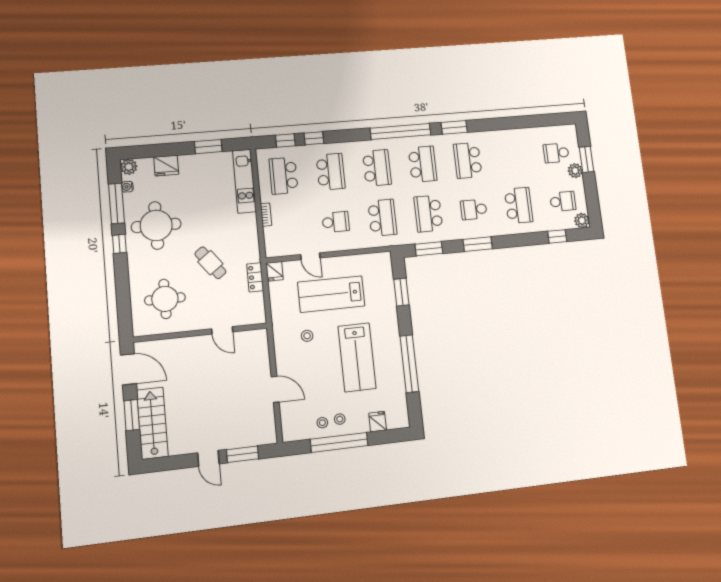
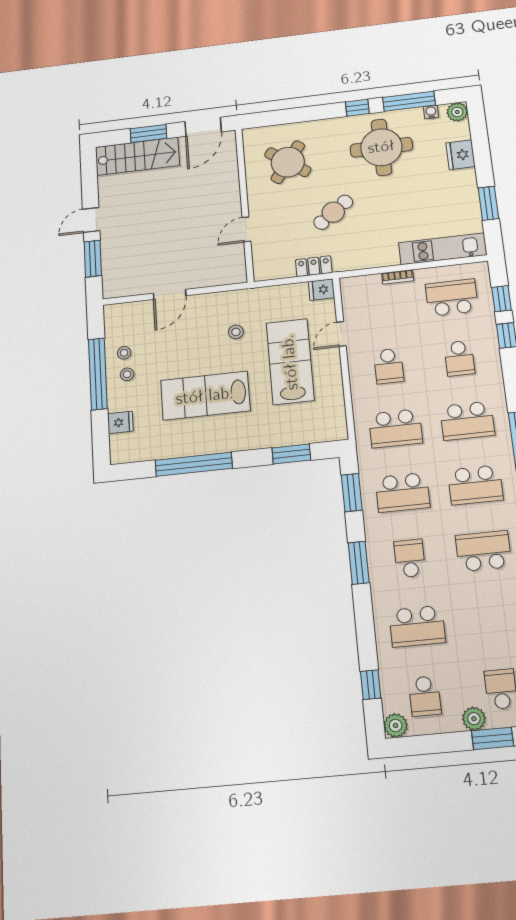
school desk: (331, 172) -> (459, 358), width x0.54
school desk: (428, 214) -> (403, 492), turned 180
round table: (165, 299) -> (288, 162), turned 36

